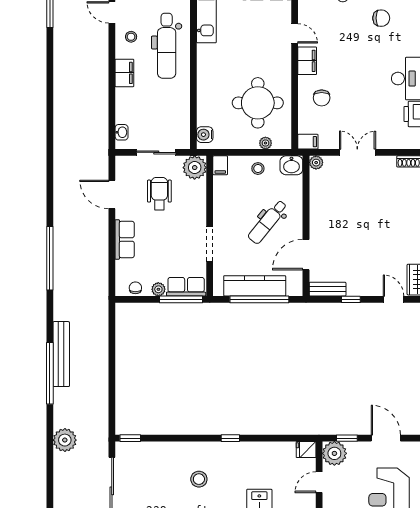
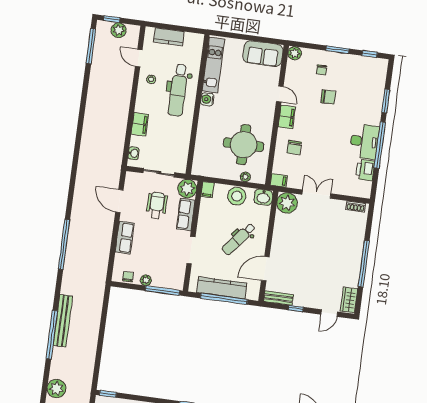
chair: (381, 18) -> (328, 97), moved
filing cabinet: (124, 73) -> (140, 124), moved
water cooler: (205, 135) -> (207, 99), moved
plant: (316, 163) -> (287, 203), width x1.87, depth x1.87
stool: (258, 169) -> (237, 196), width x1.89, depth x1.89
row of seats: (186, 287) -> (186, 214), moved, turned -90
door: (394, 299) -> (329, 313), swing flipped

